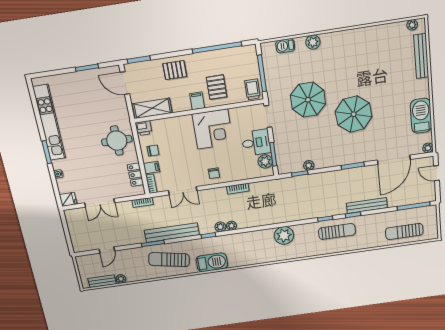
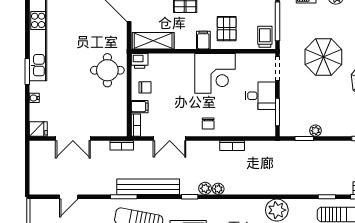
plant: (265, 161) -> (267, 119), removed
locker: (135, 175) -> (120, 112), removed

